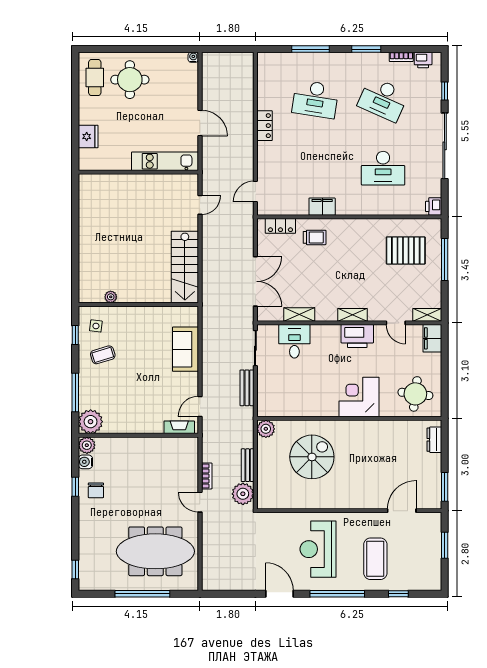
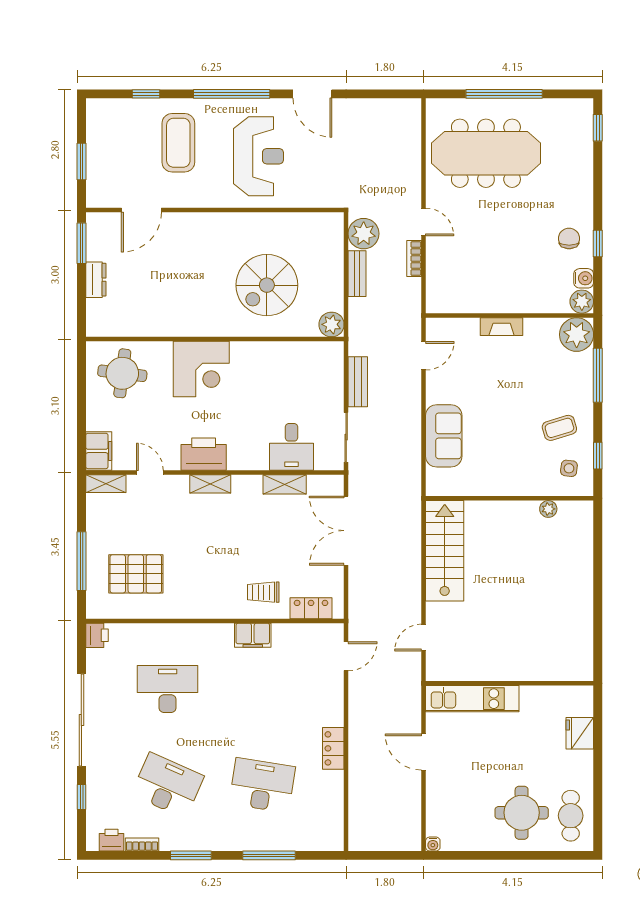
fireplace: (179, 427) -> (502, 327), moved
dresser: (434, 440) -> (96, 280), moved

